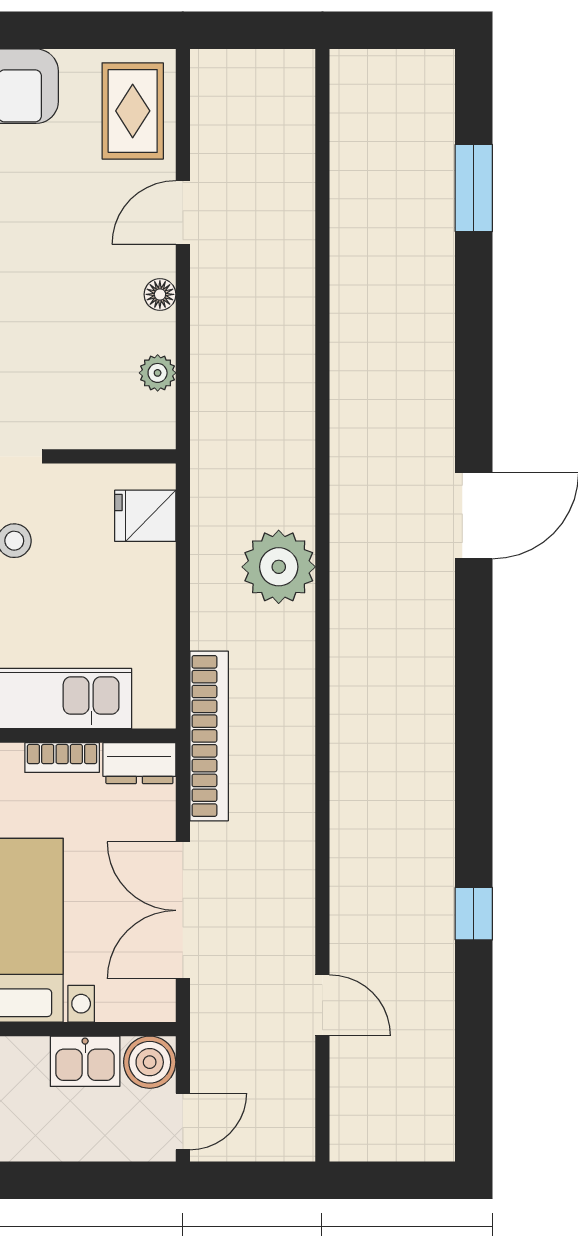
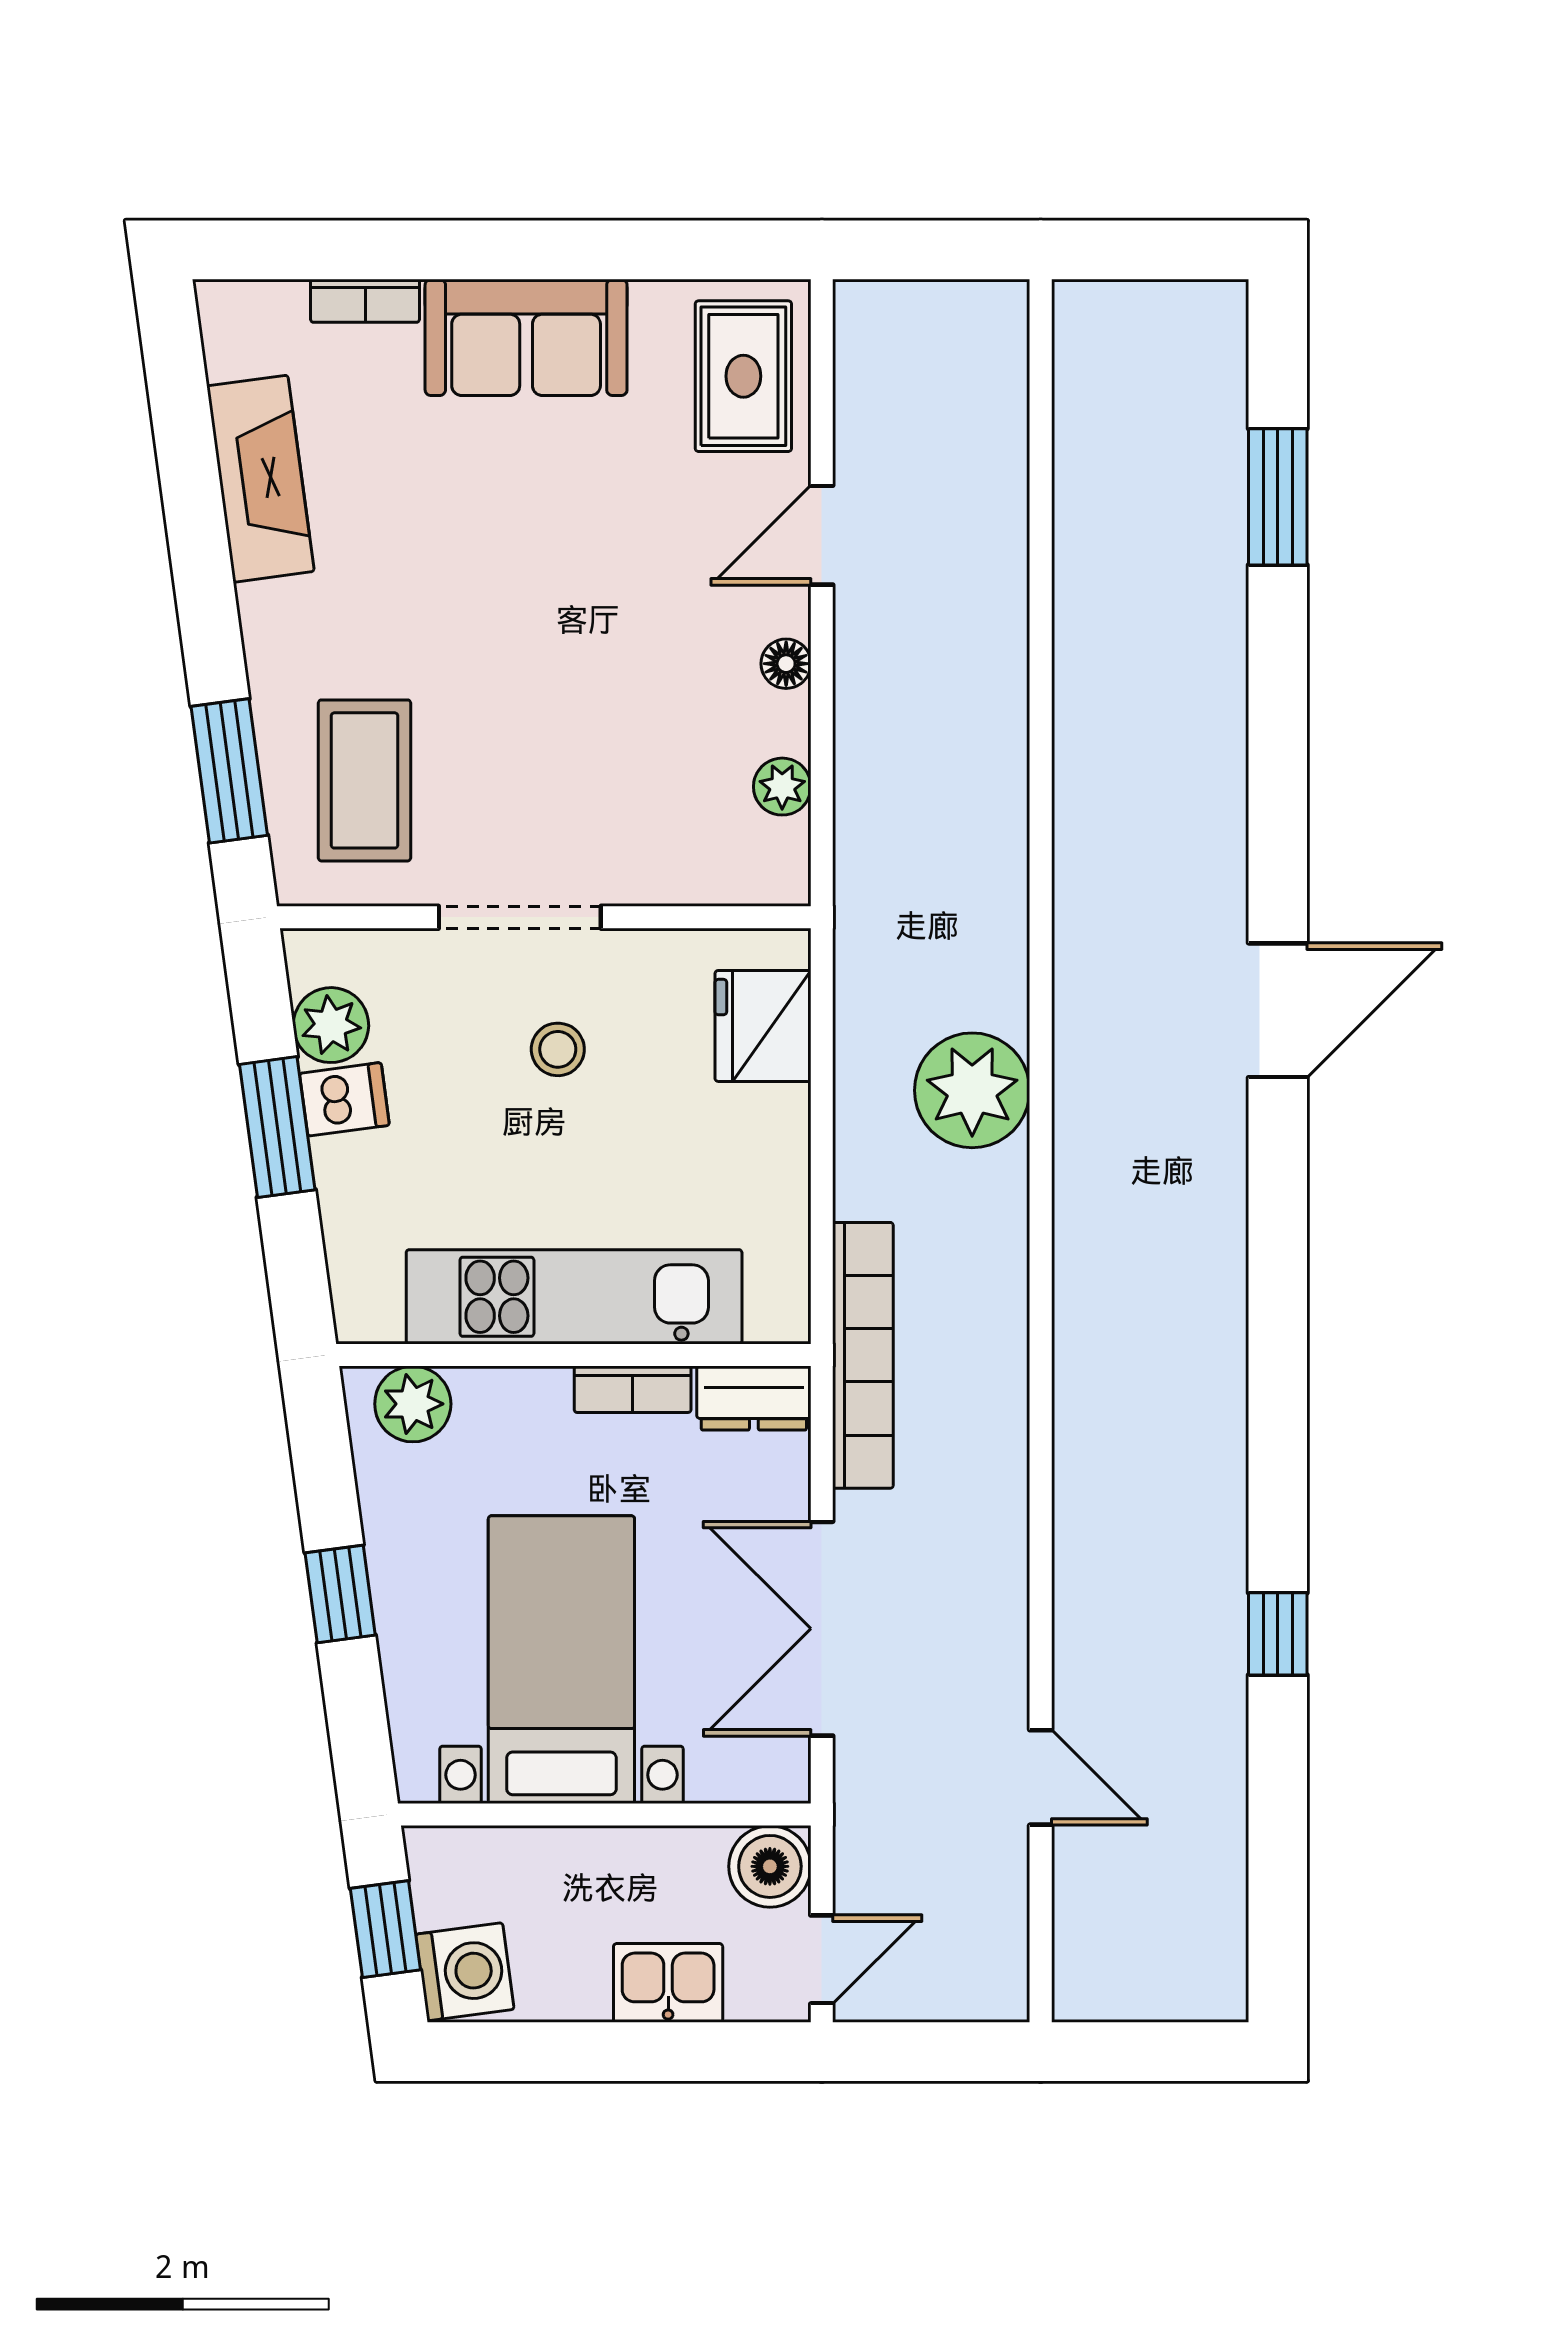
fridge: (145, 516) -> (763, 1026), width x1.38
kitchen sink: (85, 1061) -> (668, 1983), moved, turned 180

